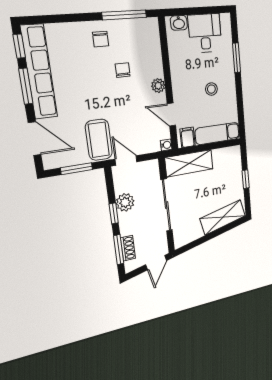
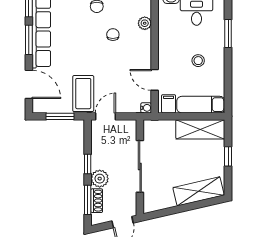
plant: (158, 86) -> (145, 23), moved
door: (126, 160) -> (106, 116), hinge flipped
shelving: (189, 163) -> (200, 129), moved
plant: (125, 202) -> (100, 179), moved

